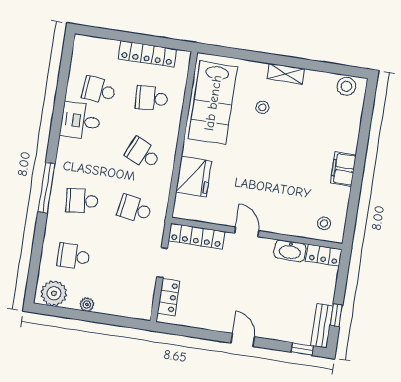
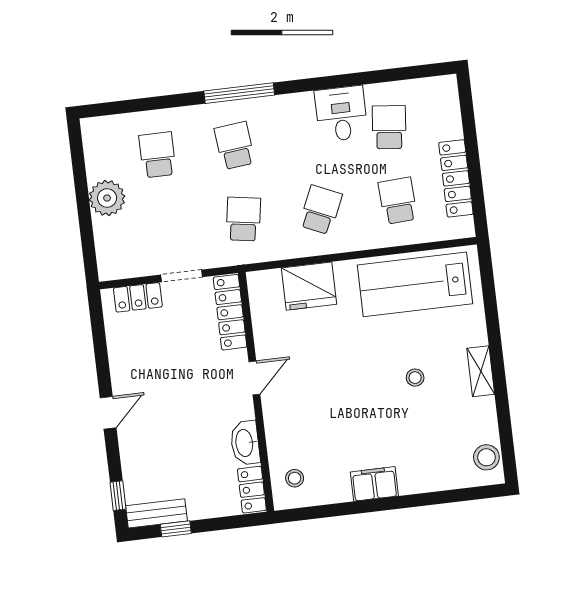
stool: (262, 107) -> (415, 378), moved
plant: (54, 293) -> (100, 142), removed
plant: (87, 304) -> (107, 198), width x1.87, depth x1.87

